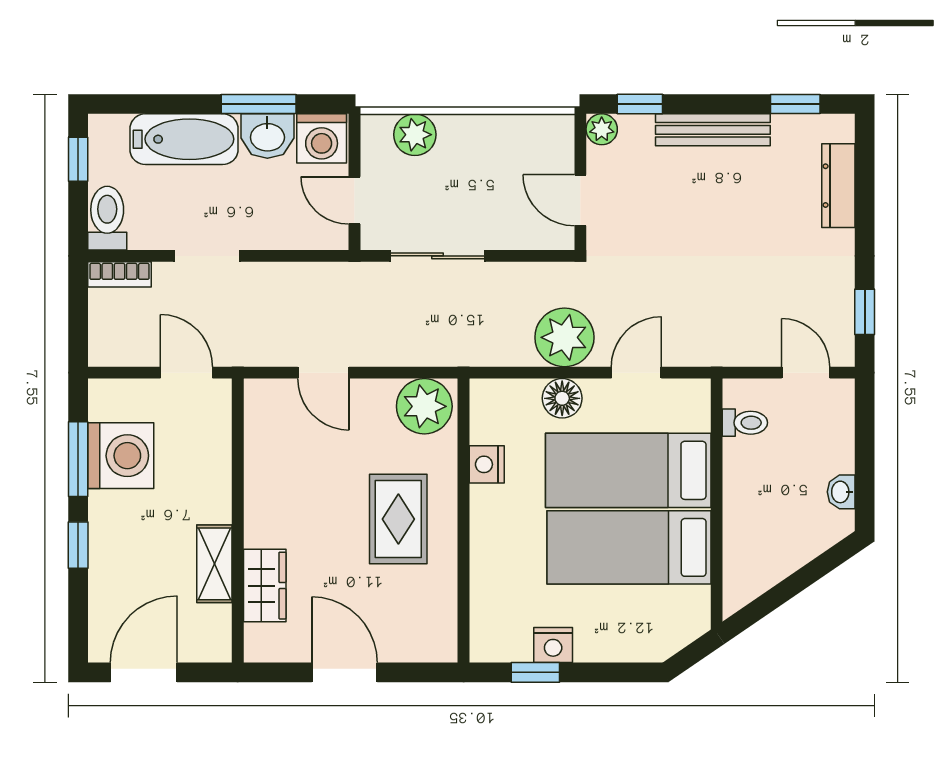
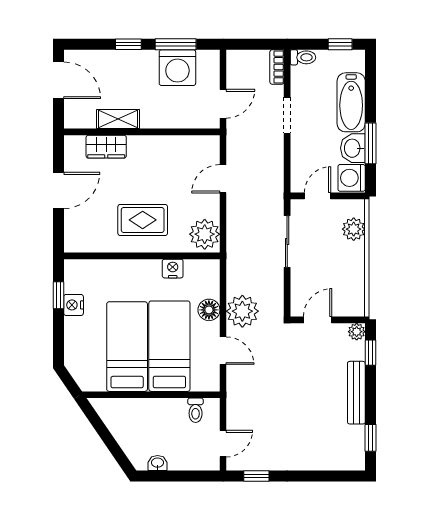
dresser: (838, 186) -> (326, 462), removed
toilet: (107, 218) -> (303, 57), width x0.73, depth x0.72

